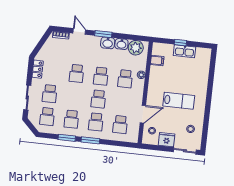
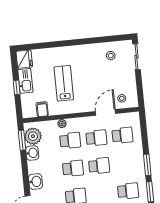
window: (103, 34) -> (22, 140), moved
washbasin: (108, 43) -> (36, 182), moved
lab bench: (179, 101) -> (64, 83), moved
door: (143, 114) -> (106, 112), hinge flipped
school desk: (96, 122) -> (96, 138), moved
fridge: (167, 140) -> (24, 59), moved, turned 180

